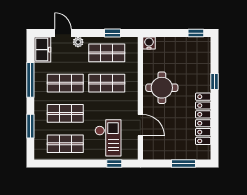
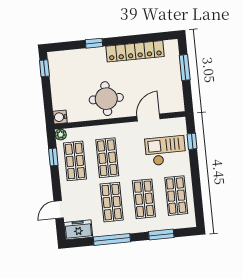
plant: (78, 42) -> (61, 135), moved

